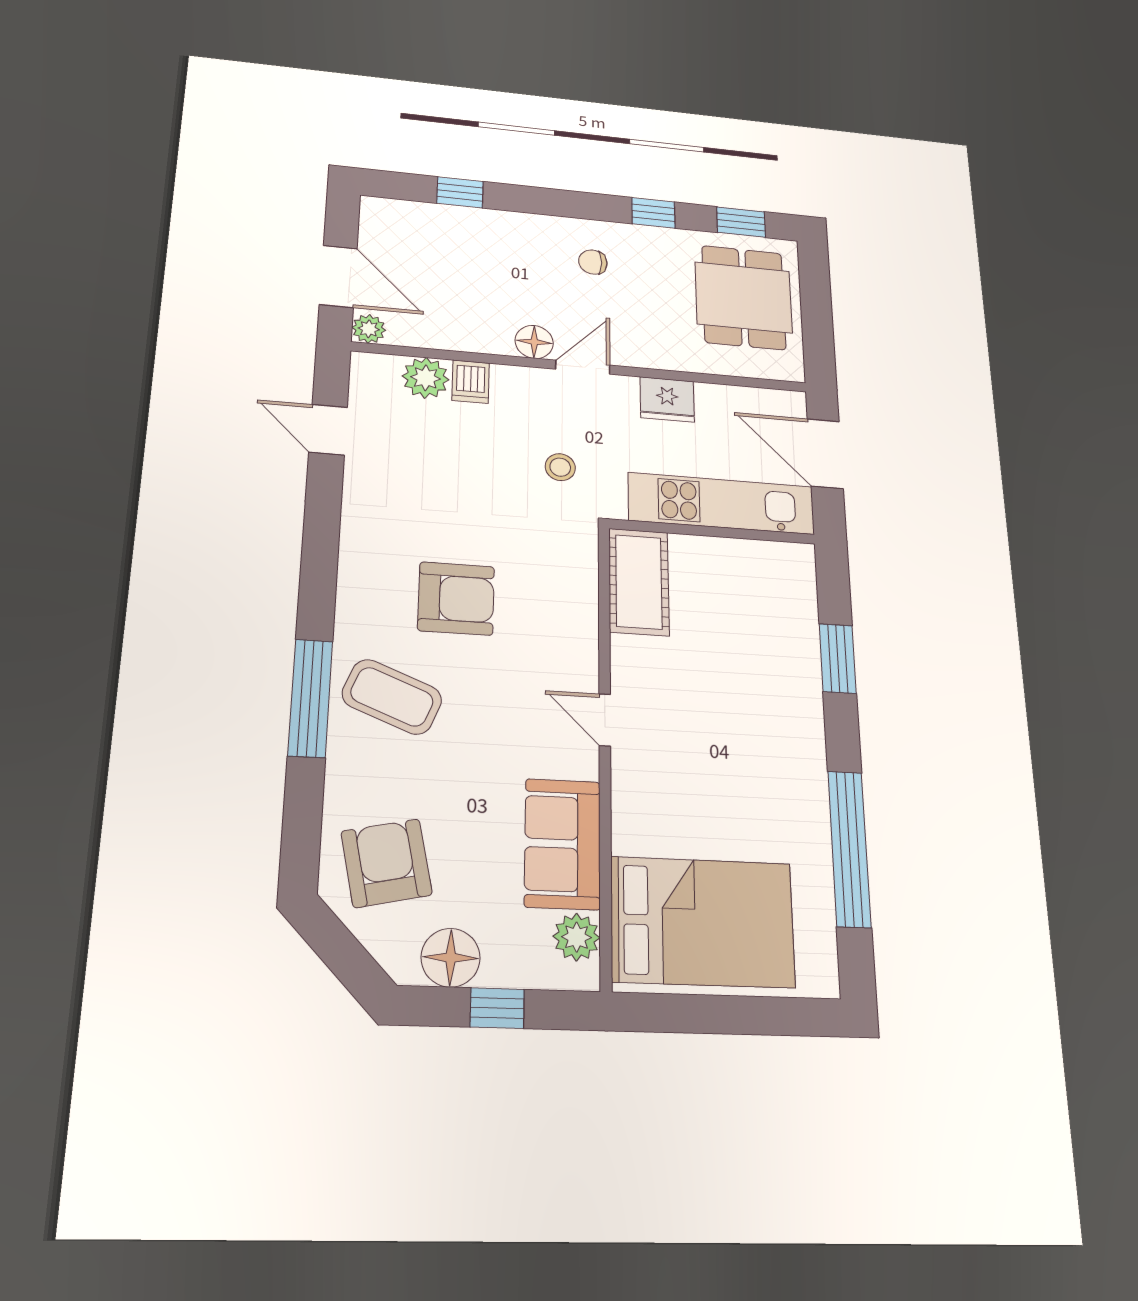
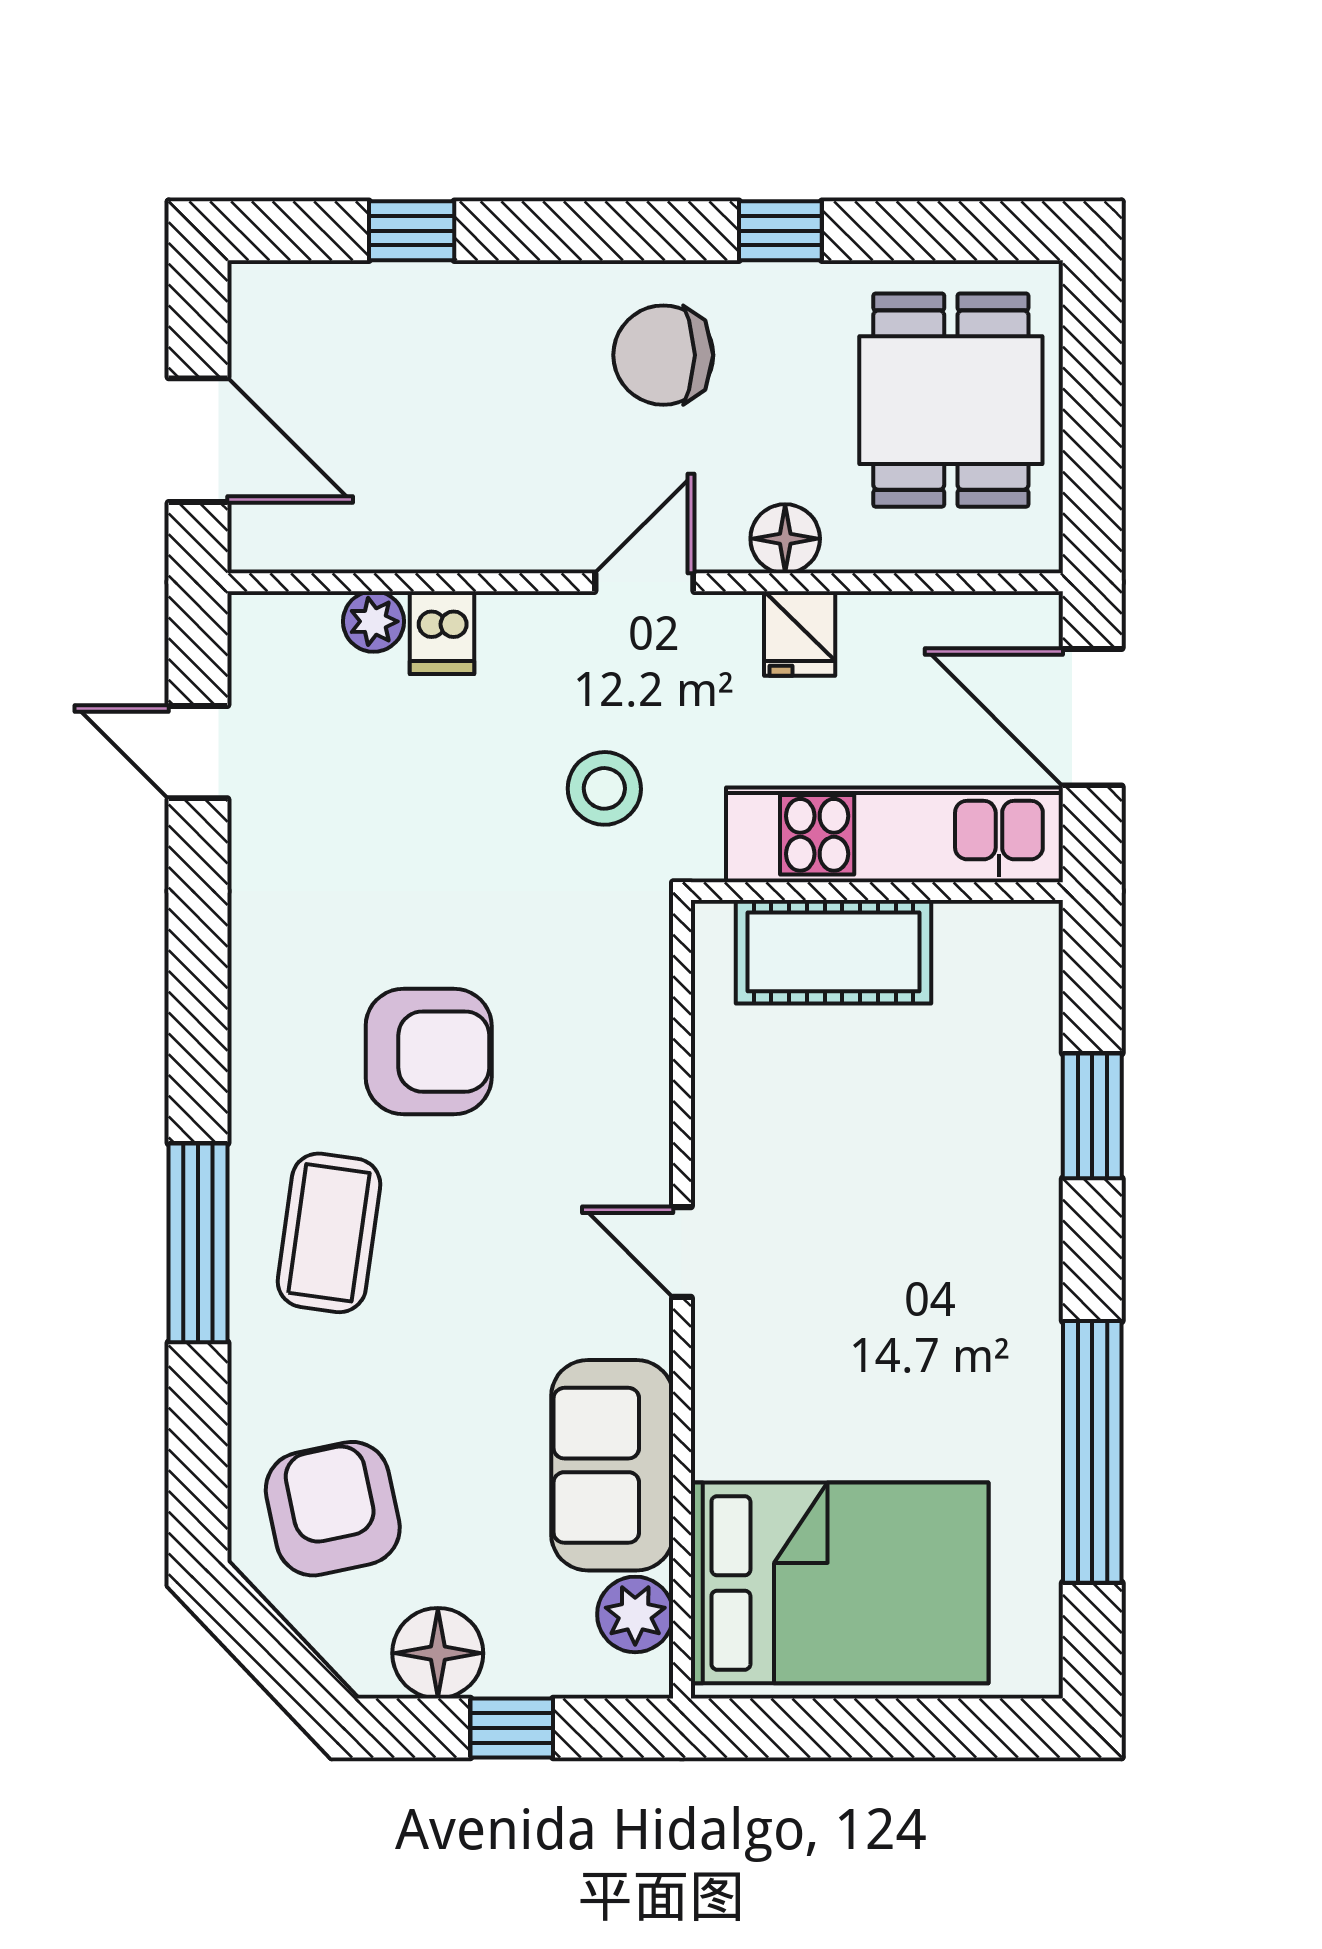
window: (741, 222) -> (952, 231), removed
chair: (593, 262) -> (663, 355), width x1.87, depth x1.87
plant: (369, 329) -> (258, 543), removed
floor lamp: (534, 342) -> (785, 539), moved
plant: (426, 378) -> (373, 621), width x0.73, depth x0.73
fridge: (667, 399) -> (800, 633), width x0.72
stool: (560, 467) -> (604, 788), width x1.37, depth x1.37
cot: (639, 582) -> (833, 952), moved, turned 90
coffee table: (392, 697) -> (329, 1233), turned 76

